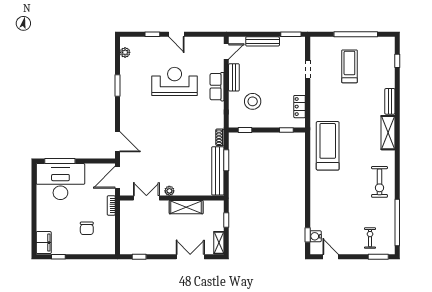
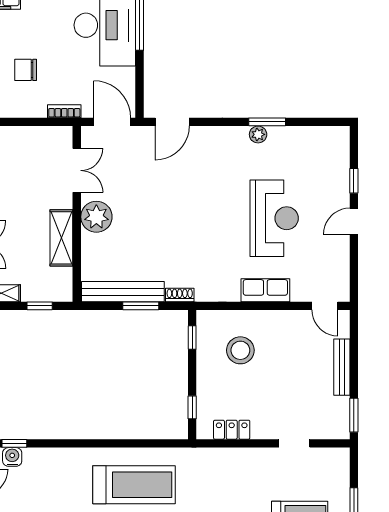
plant: (125, 52) -> (258, 134), moved
bench: (234, 77) -> (281, 319), removed
treadmill: (328, 146) -> (134, 485), moved
plant: (169, 191) -> (96, 217), width x1.87, depth x1.87

